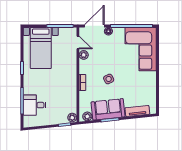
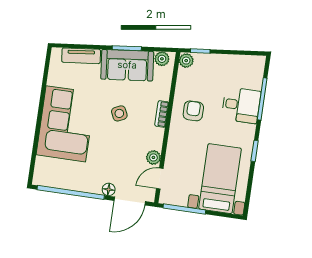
door: (78, 43) -> (160, 179), hinge flipped
corner sofa: (141, 49) -> (66, 124), moved
armchair: (63, 87) -> (193, 111), added
desk: (34, 105) -> (241, 105), moved

